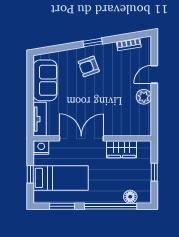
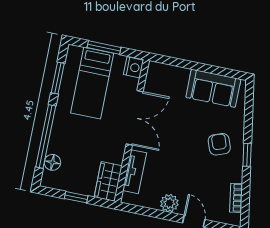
tv unit: (40, 119) -> (135, 172), moved, turned -90
wardrobe: (122, 149) -> (108, 181), moved
window: (30, 174) -> (104, 48), width x1.50

